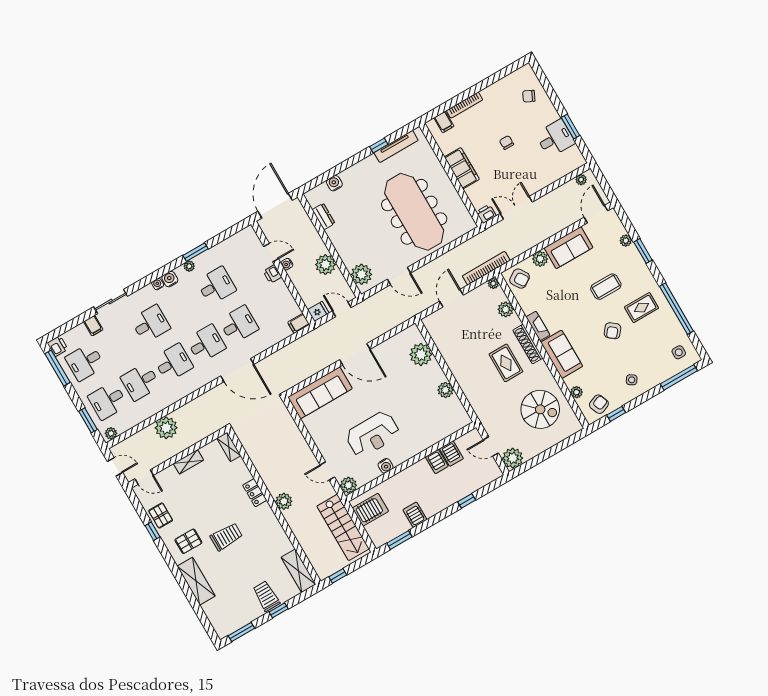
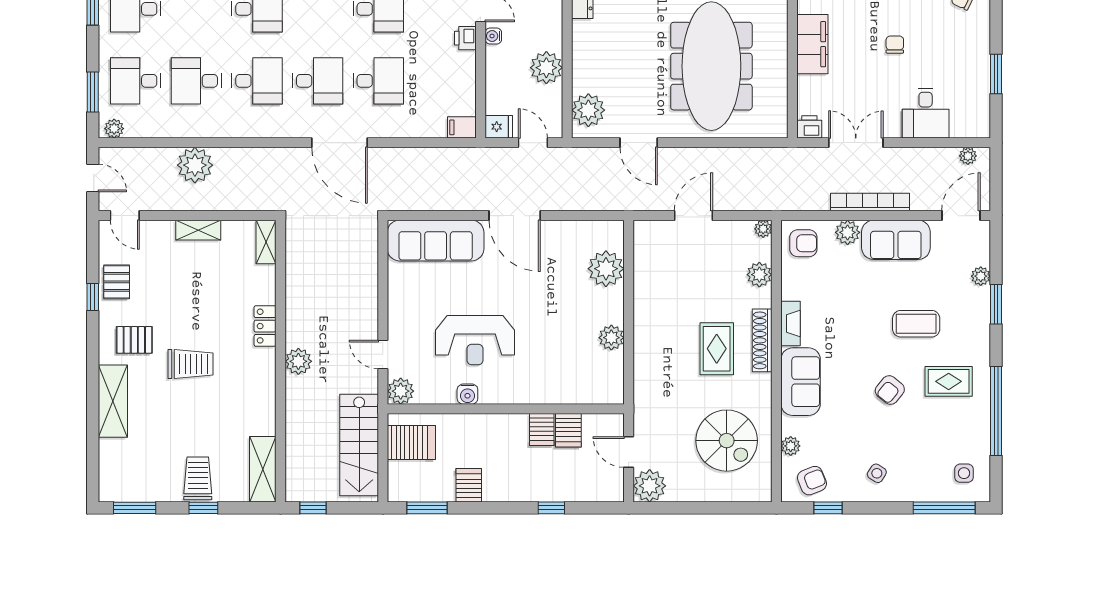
desk: (555, 138) -> (926, 113), moved, turned 90
bookcase: (486, 268) -> (870, 202), moved
armchair: (520, 279) -> (803, 243), turned -57

